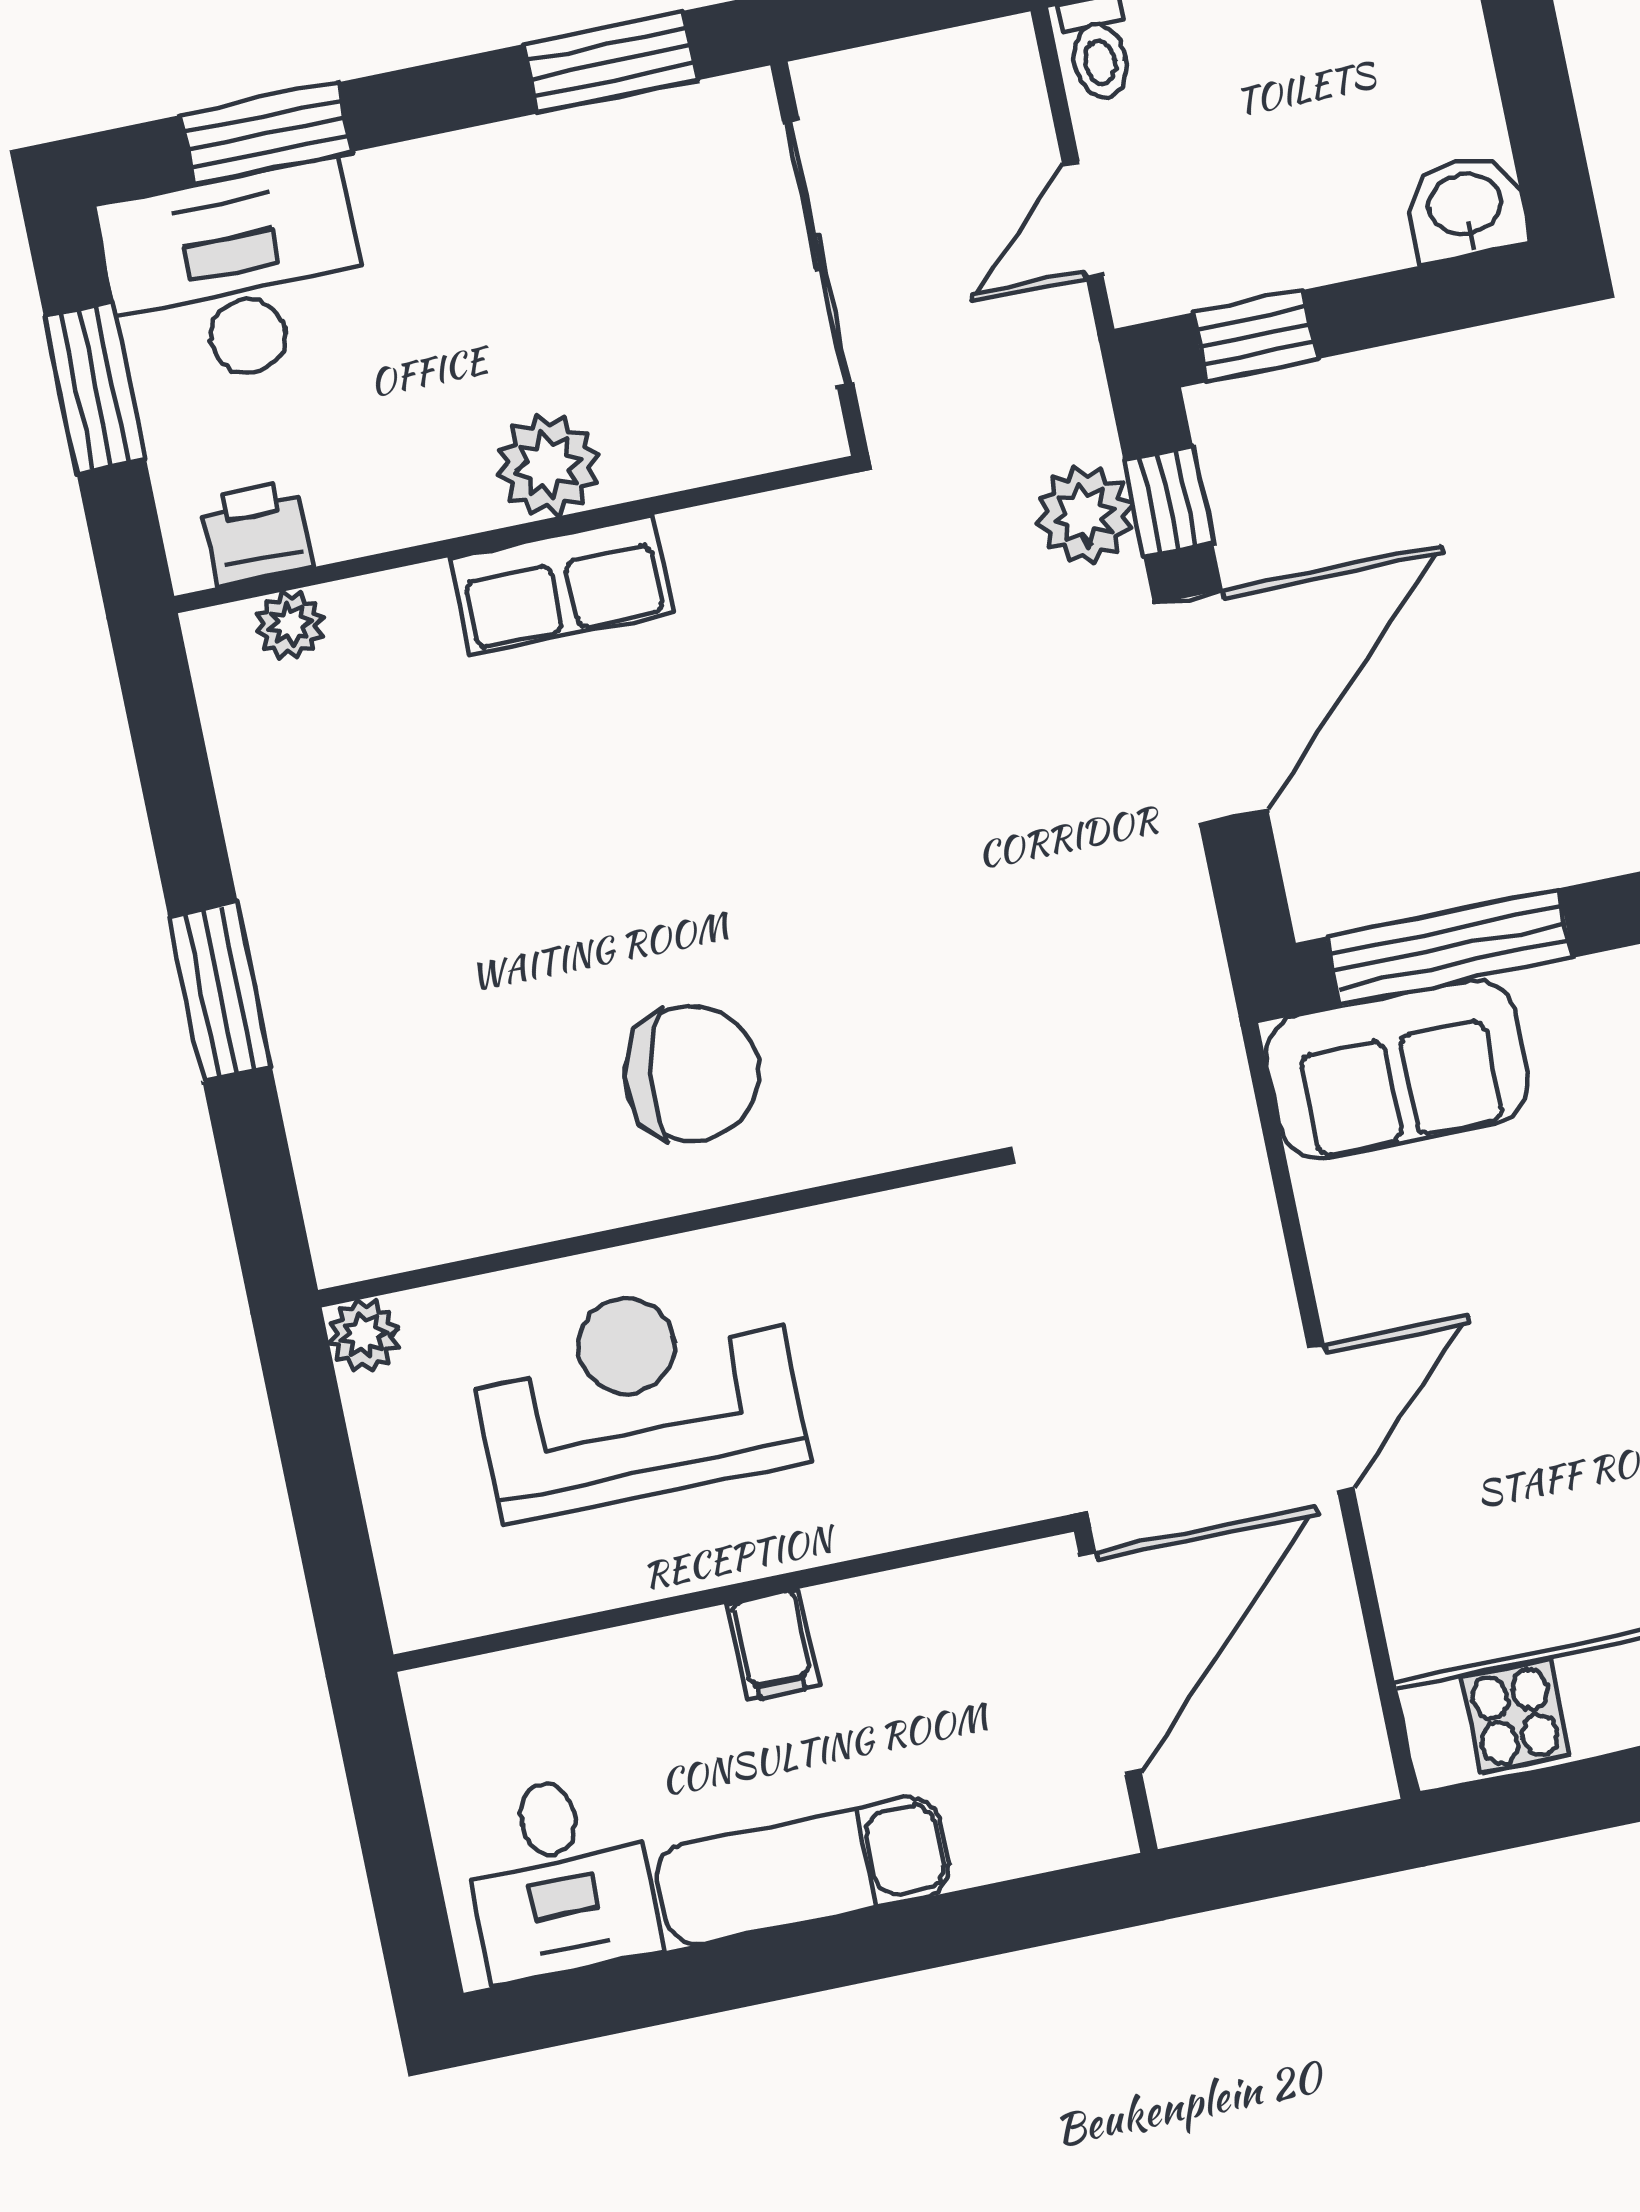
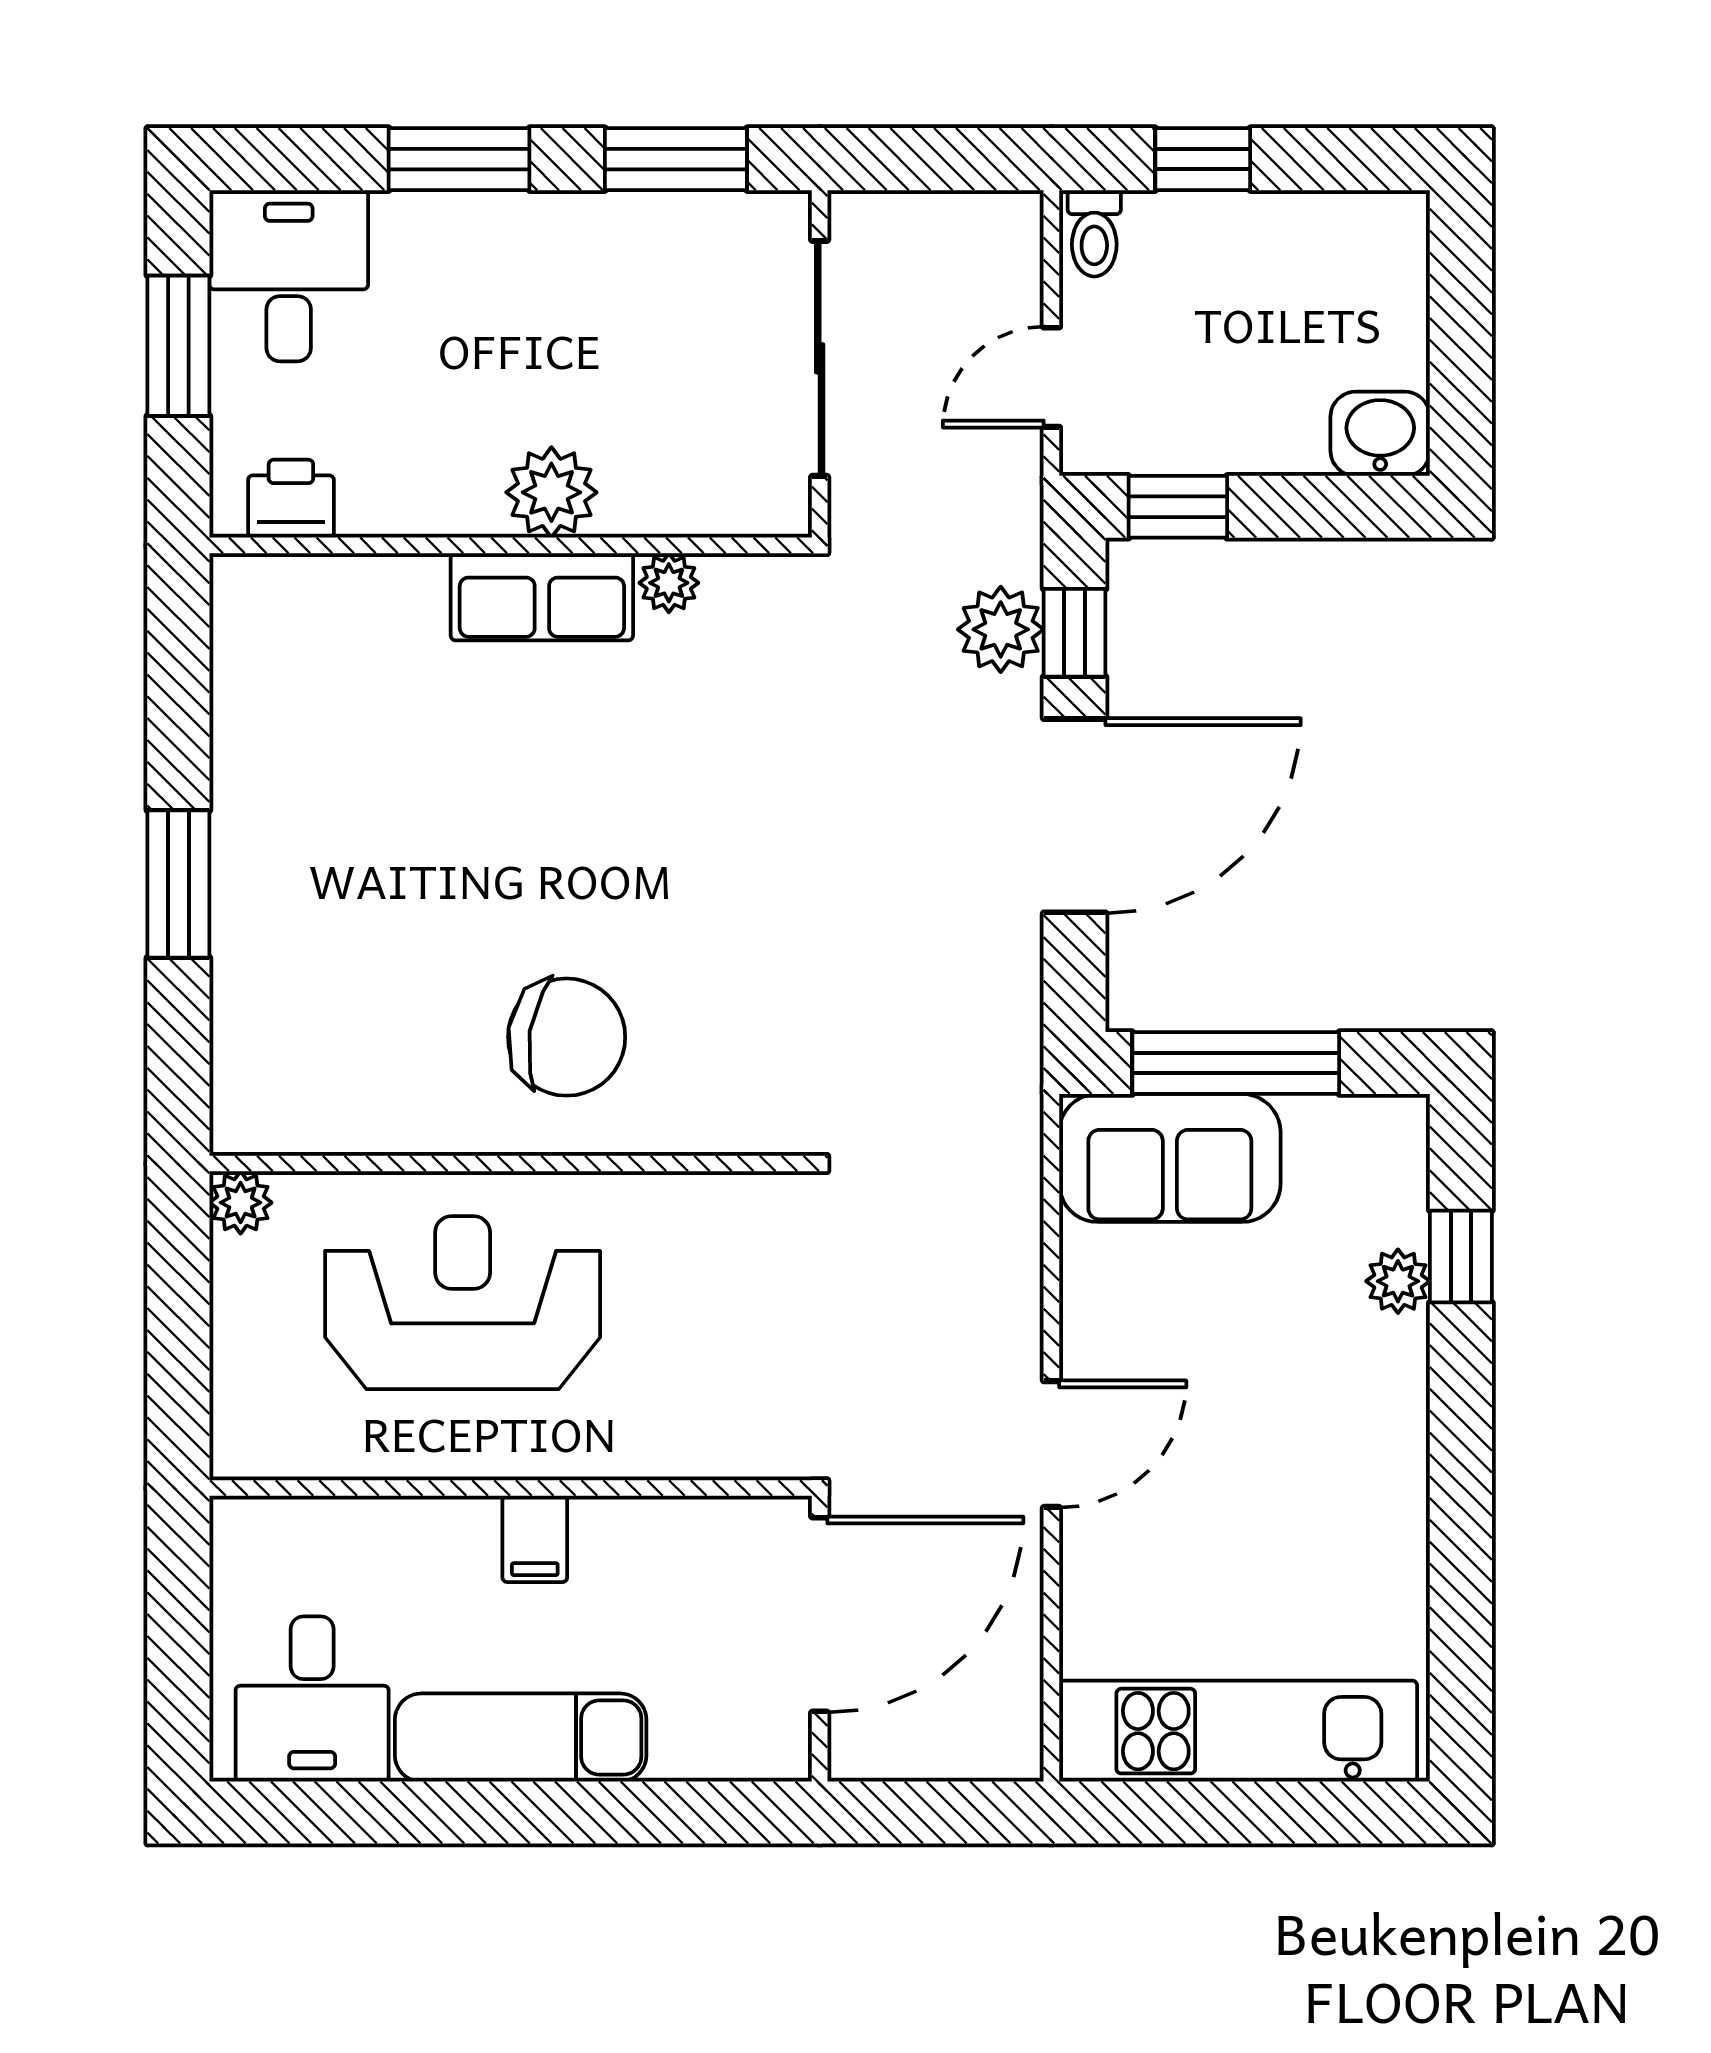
window: (266, 134) -> (459, 159), moved
desk: (236, 276) -> (289, 276), width x0.73
plant: (290, 625) -> (669, 583), moved

